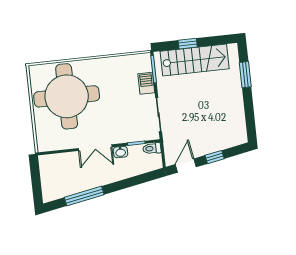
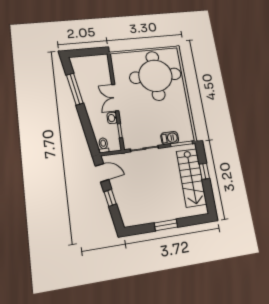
window: (245, 75) -> (166, 225), moved
toilet: (152, 148) -> (103, 145), moved

